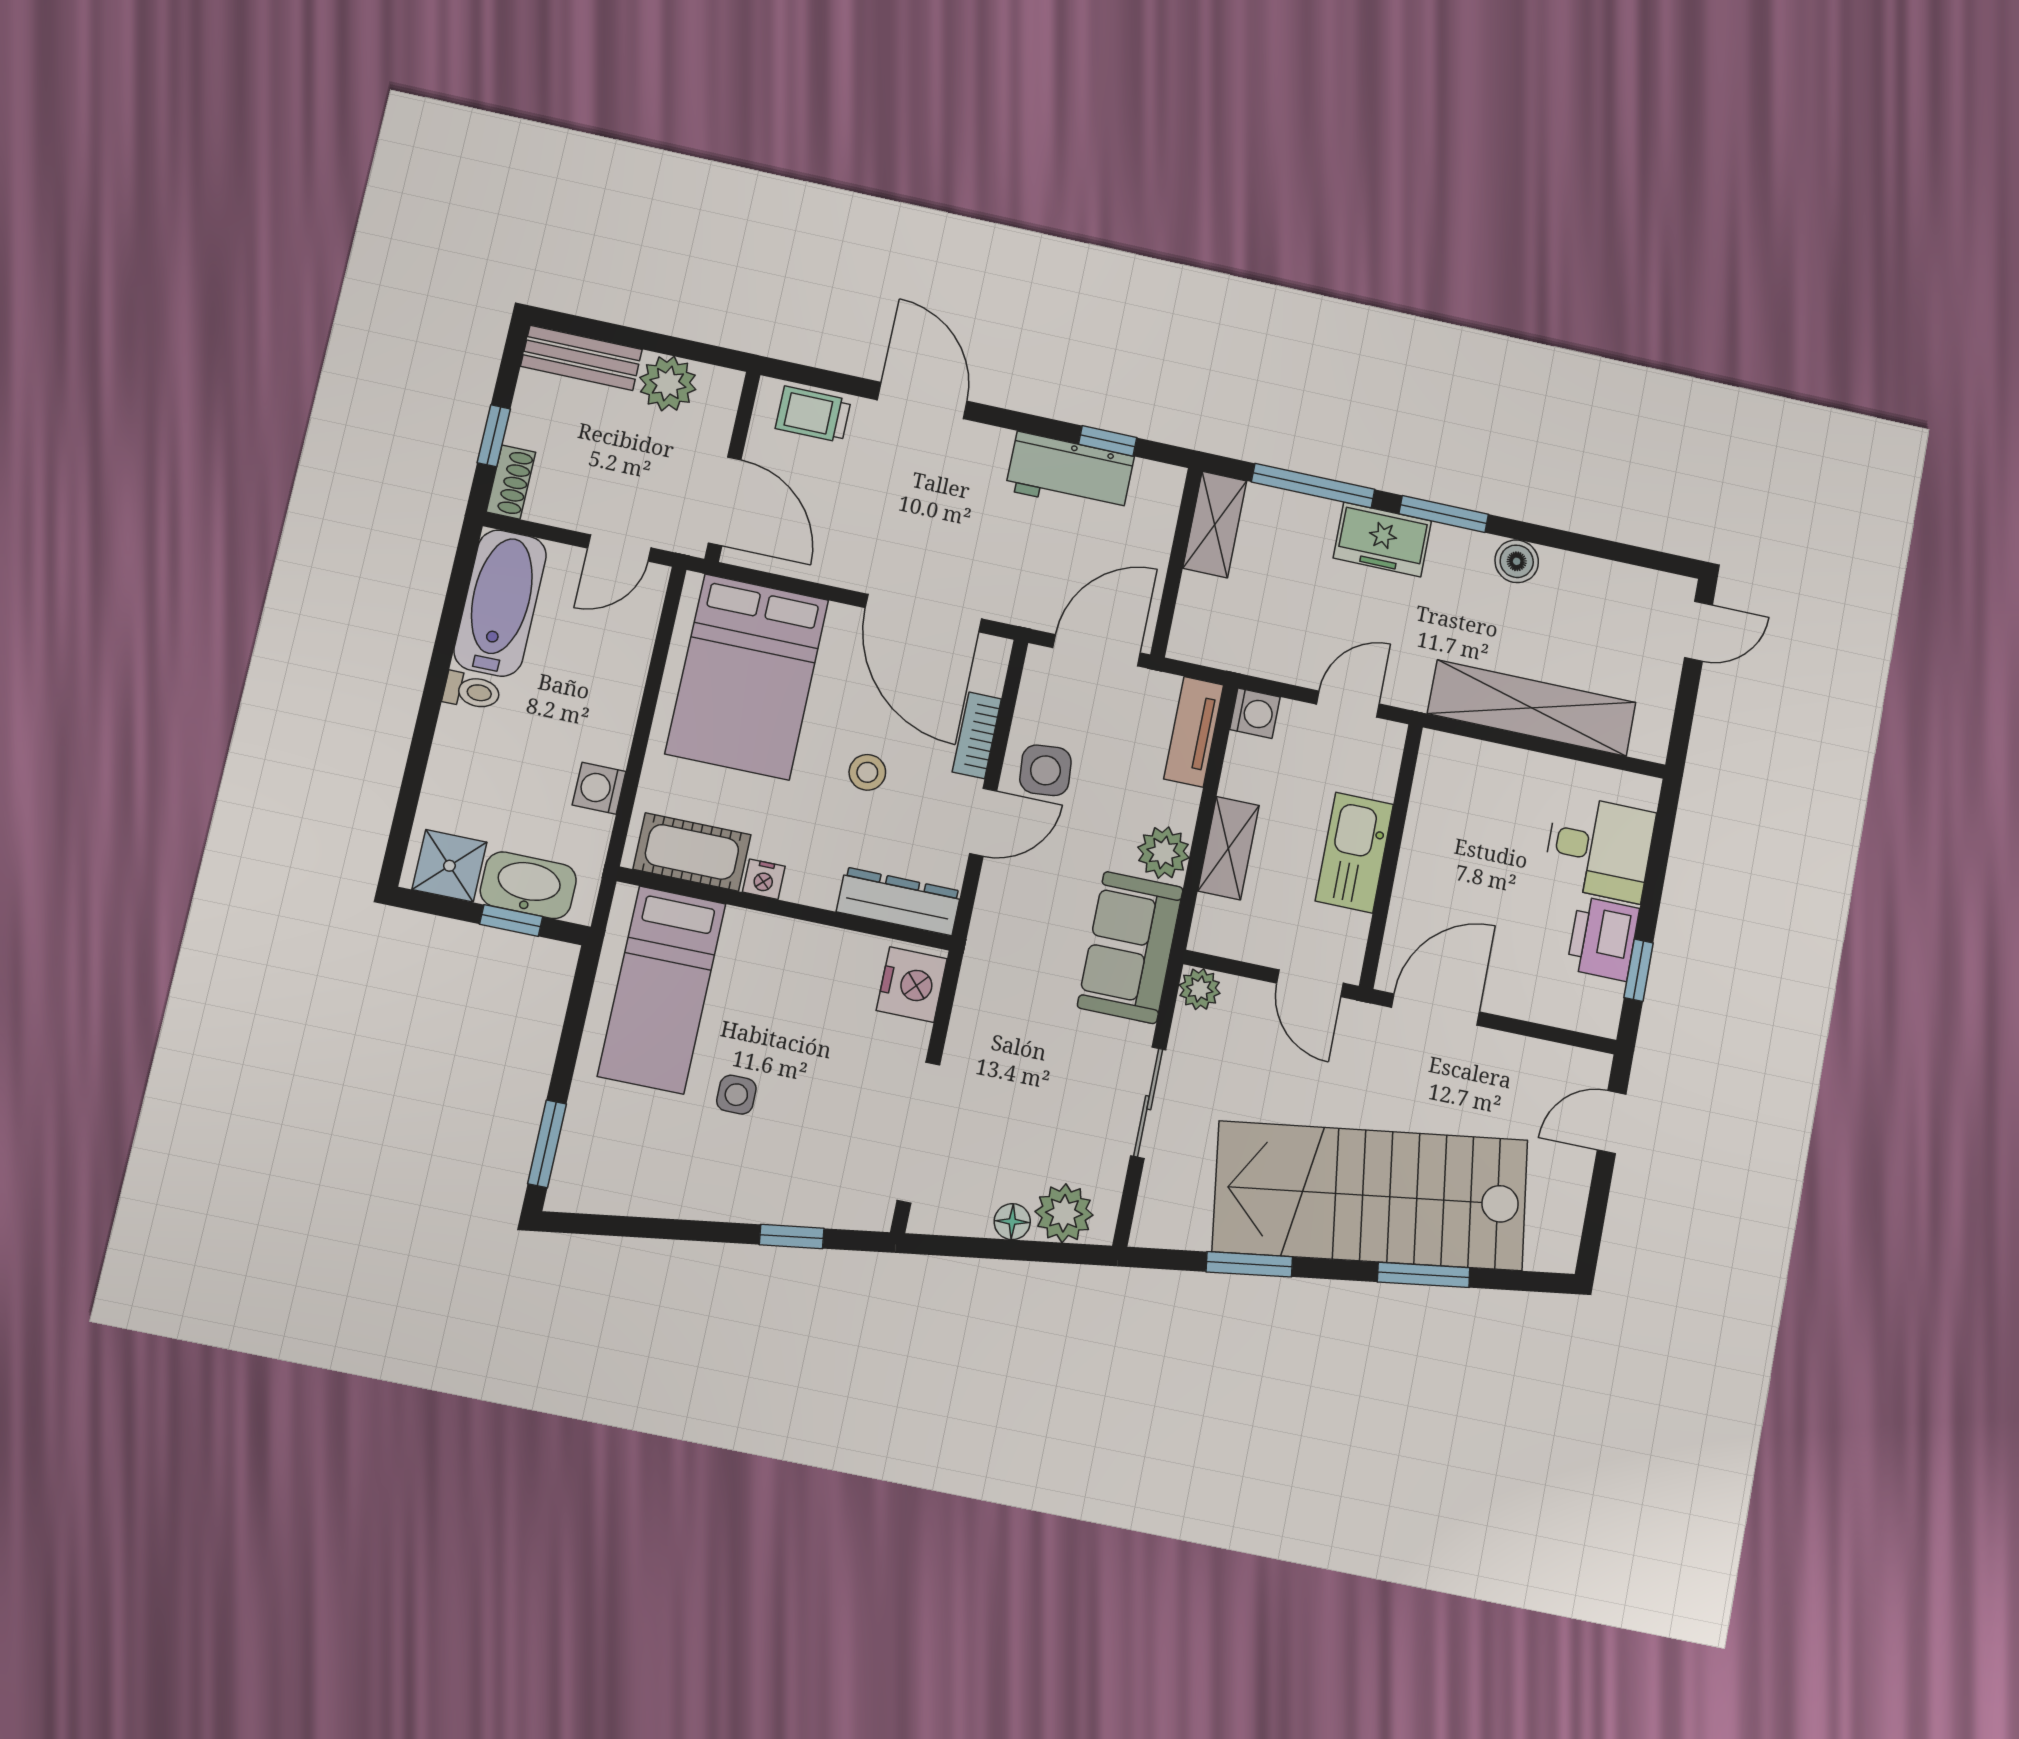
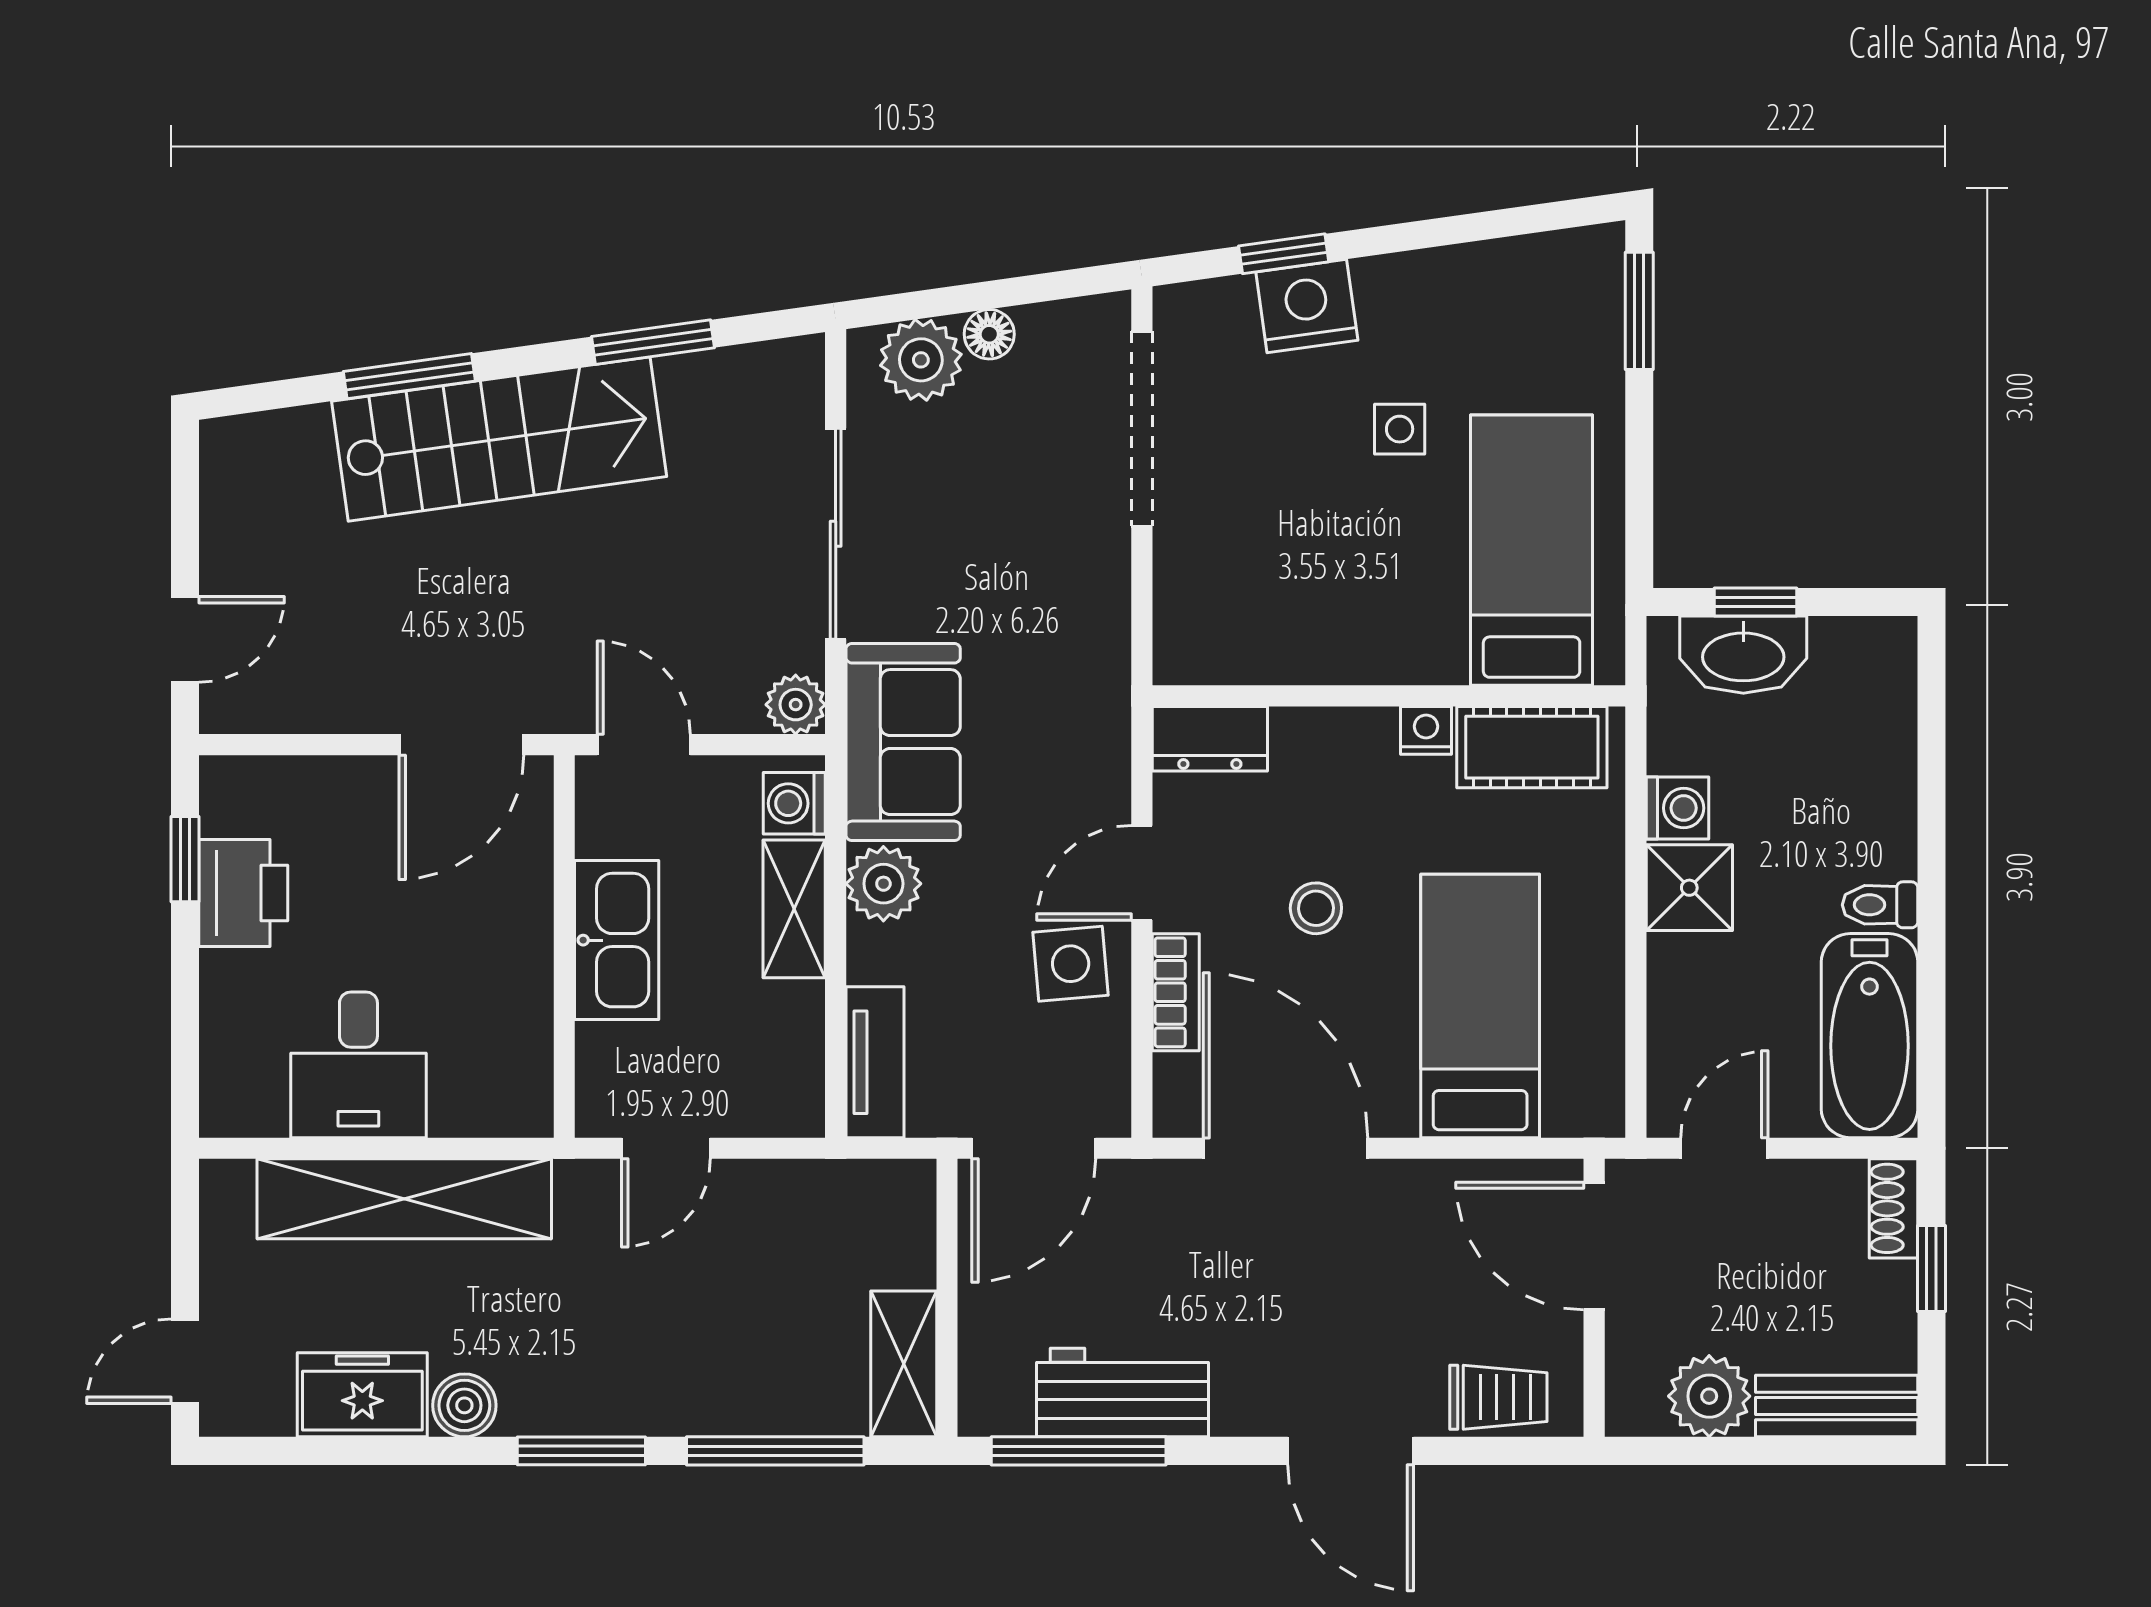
window: (1108, 441) -> (1079, 1451), width x2.17
freezer: (1382, 539) -> (362, 1395), moved
bed: (747, 677) -> (1480, 1006), width x0.67
washing machine: (1255, 713) -> (794, 803), moved
desk: (1599, 848) -> (358, 1065), moved, turned -90
shower: (449, 866) -> (1689, 888), moved
dresser: (899, 901) -> (1210, 739), width x0.70
nightstand: (912, 985) -> (1307, 306), moved, turned 82
sliding door: (1148, 1103) -> (836, 534), width x1.37
stairs: (1371, 1196) -> (499, 439), width x0.73, depth x0.66

